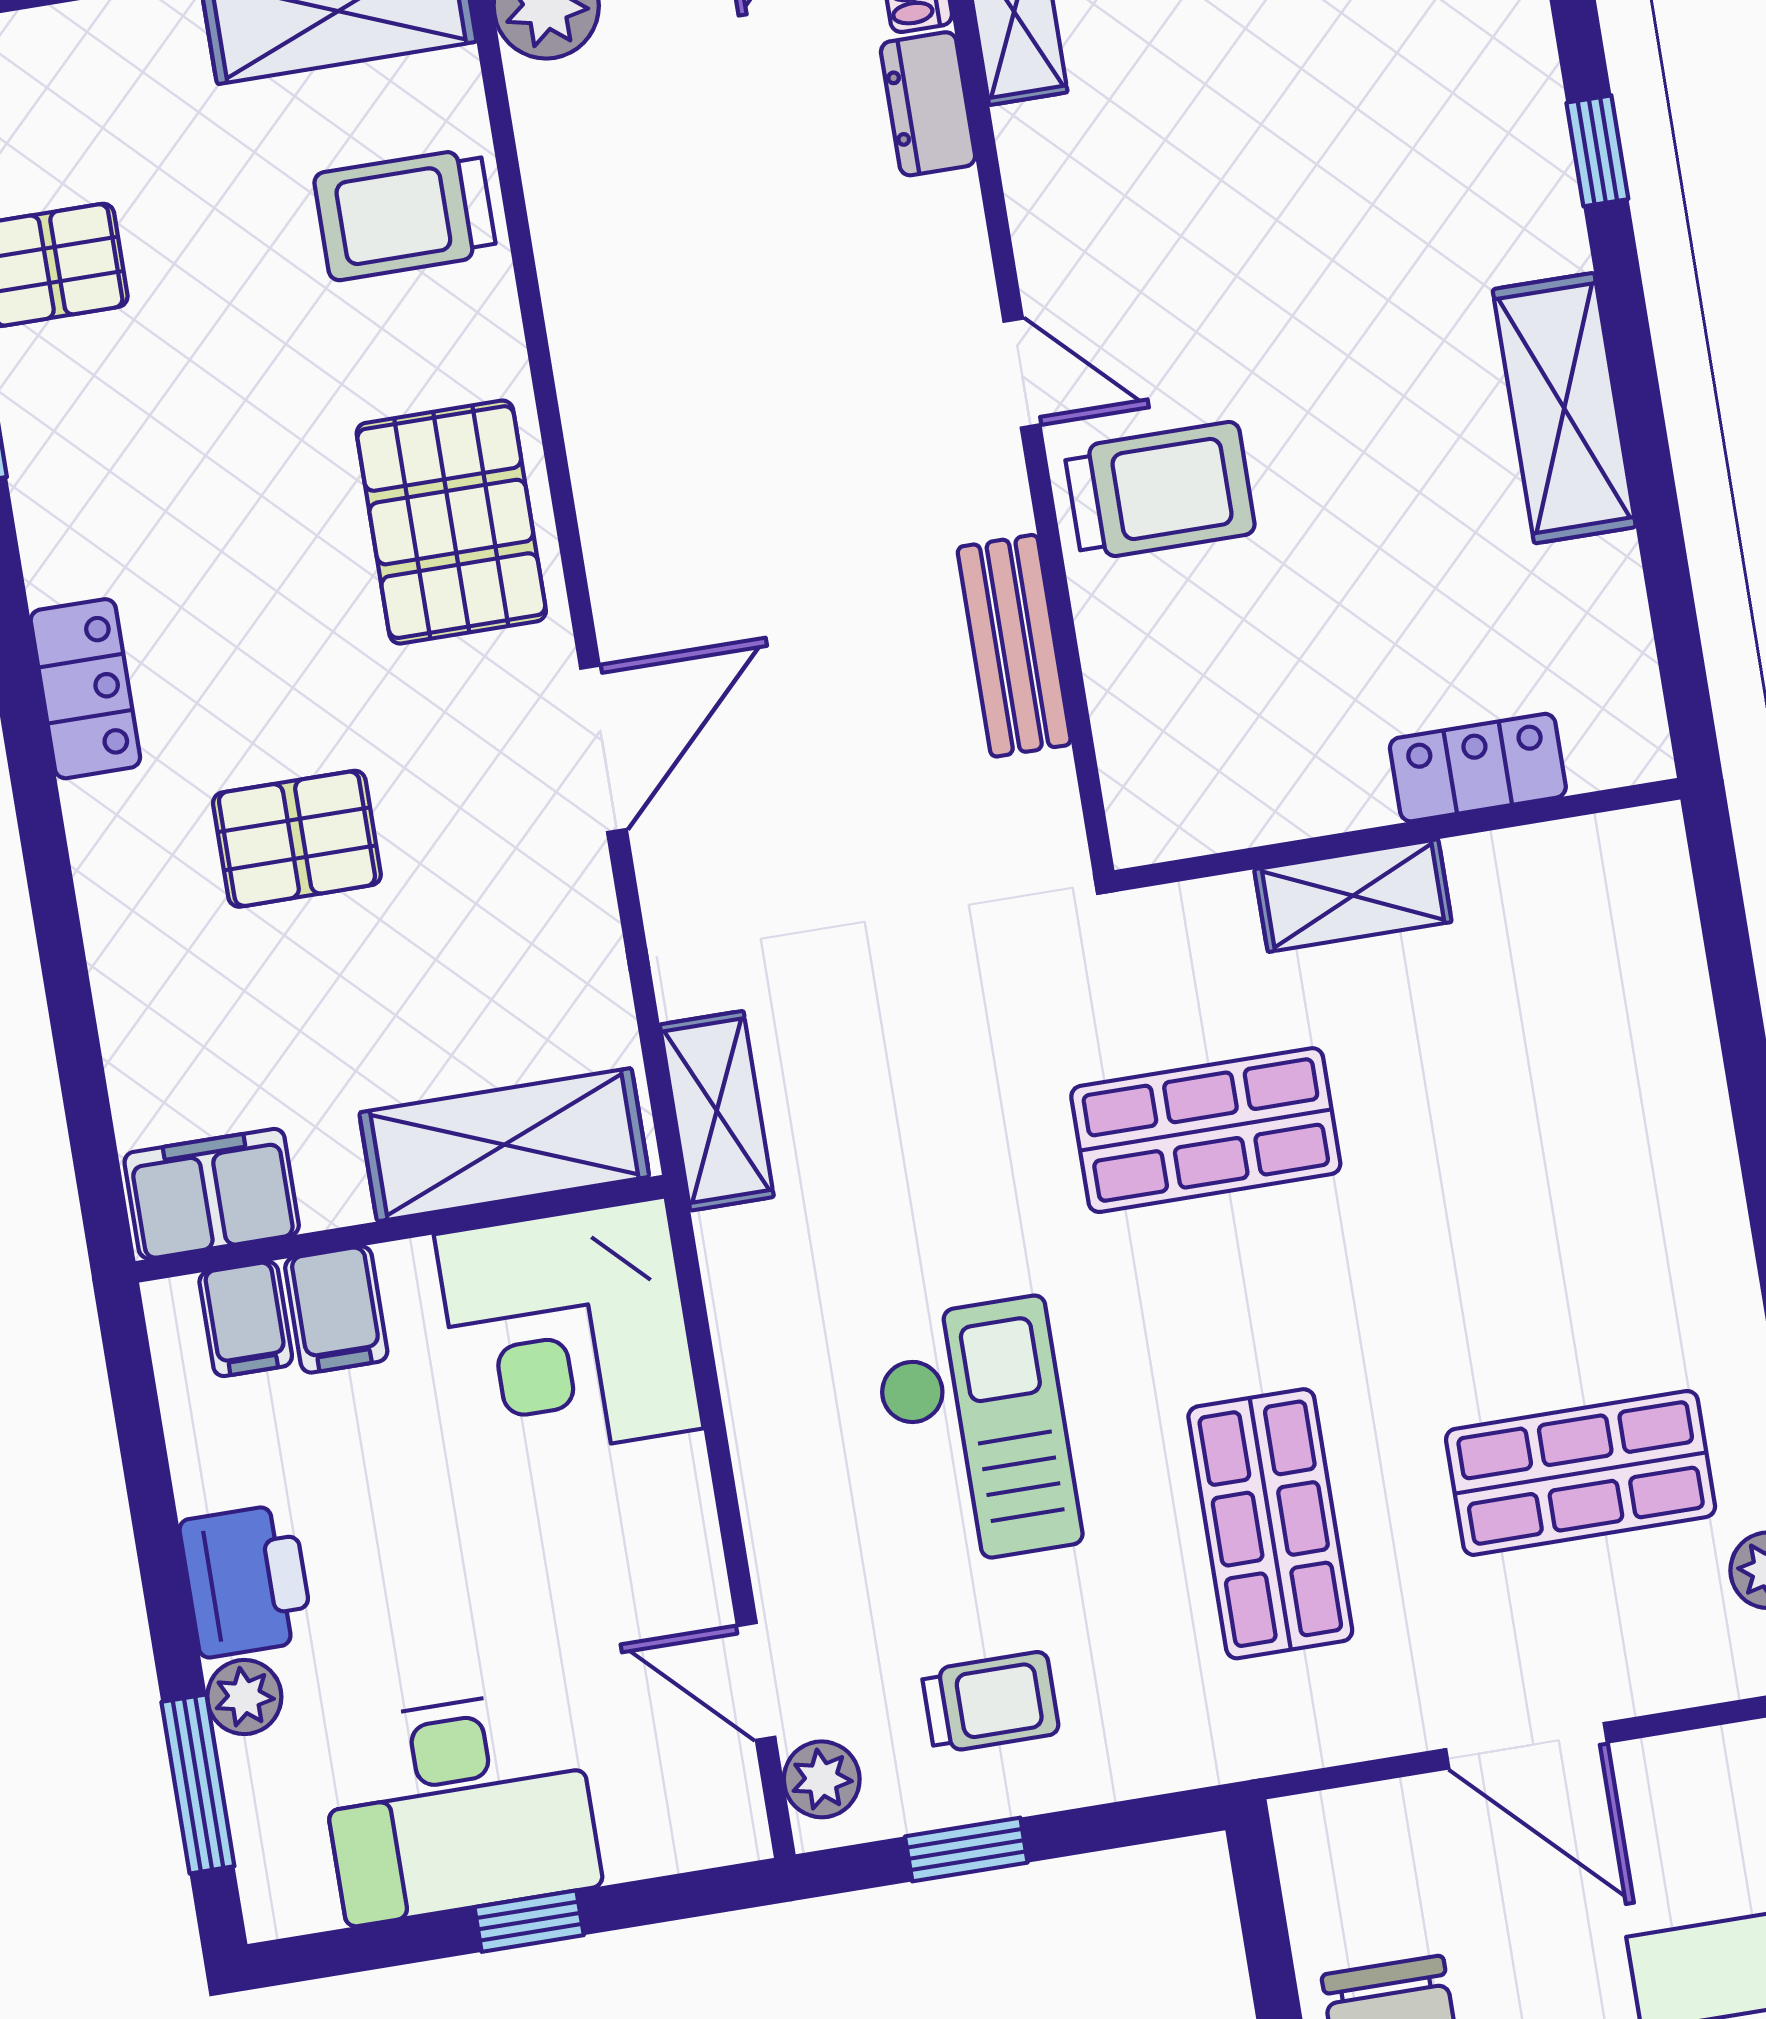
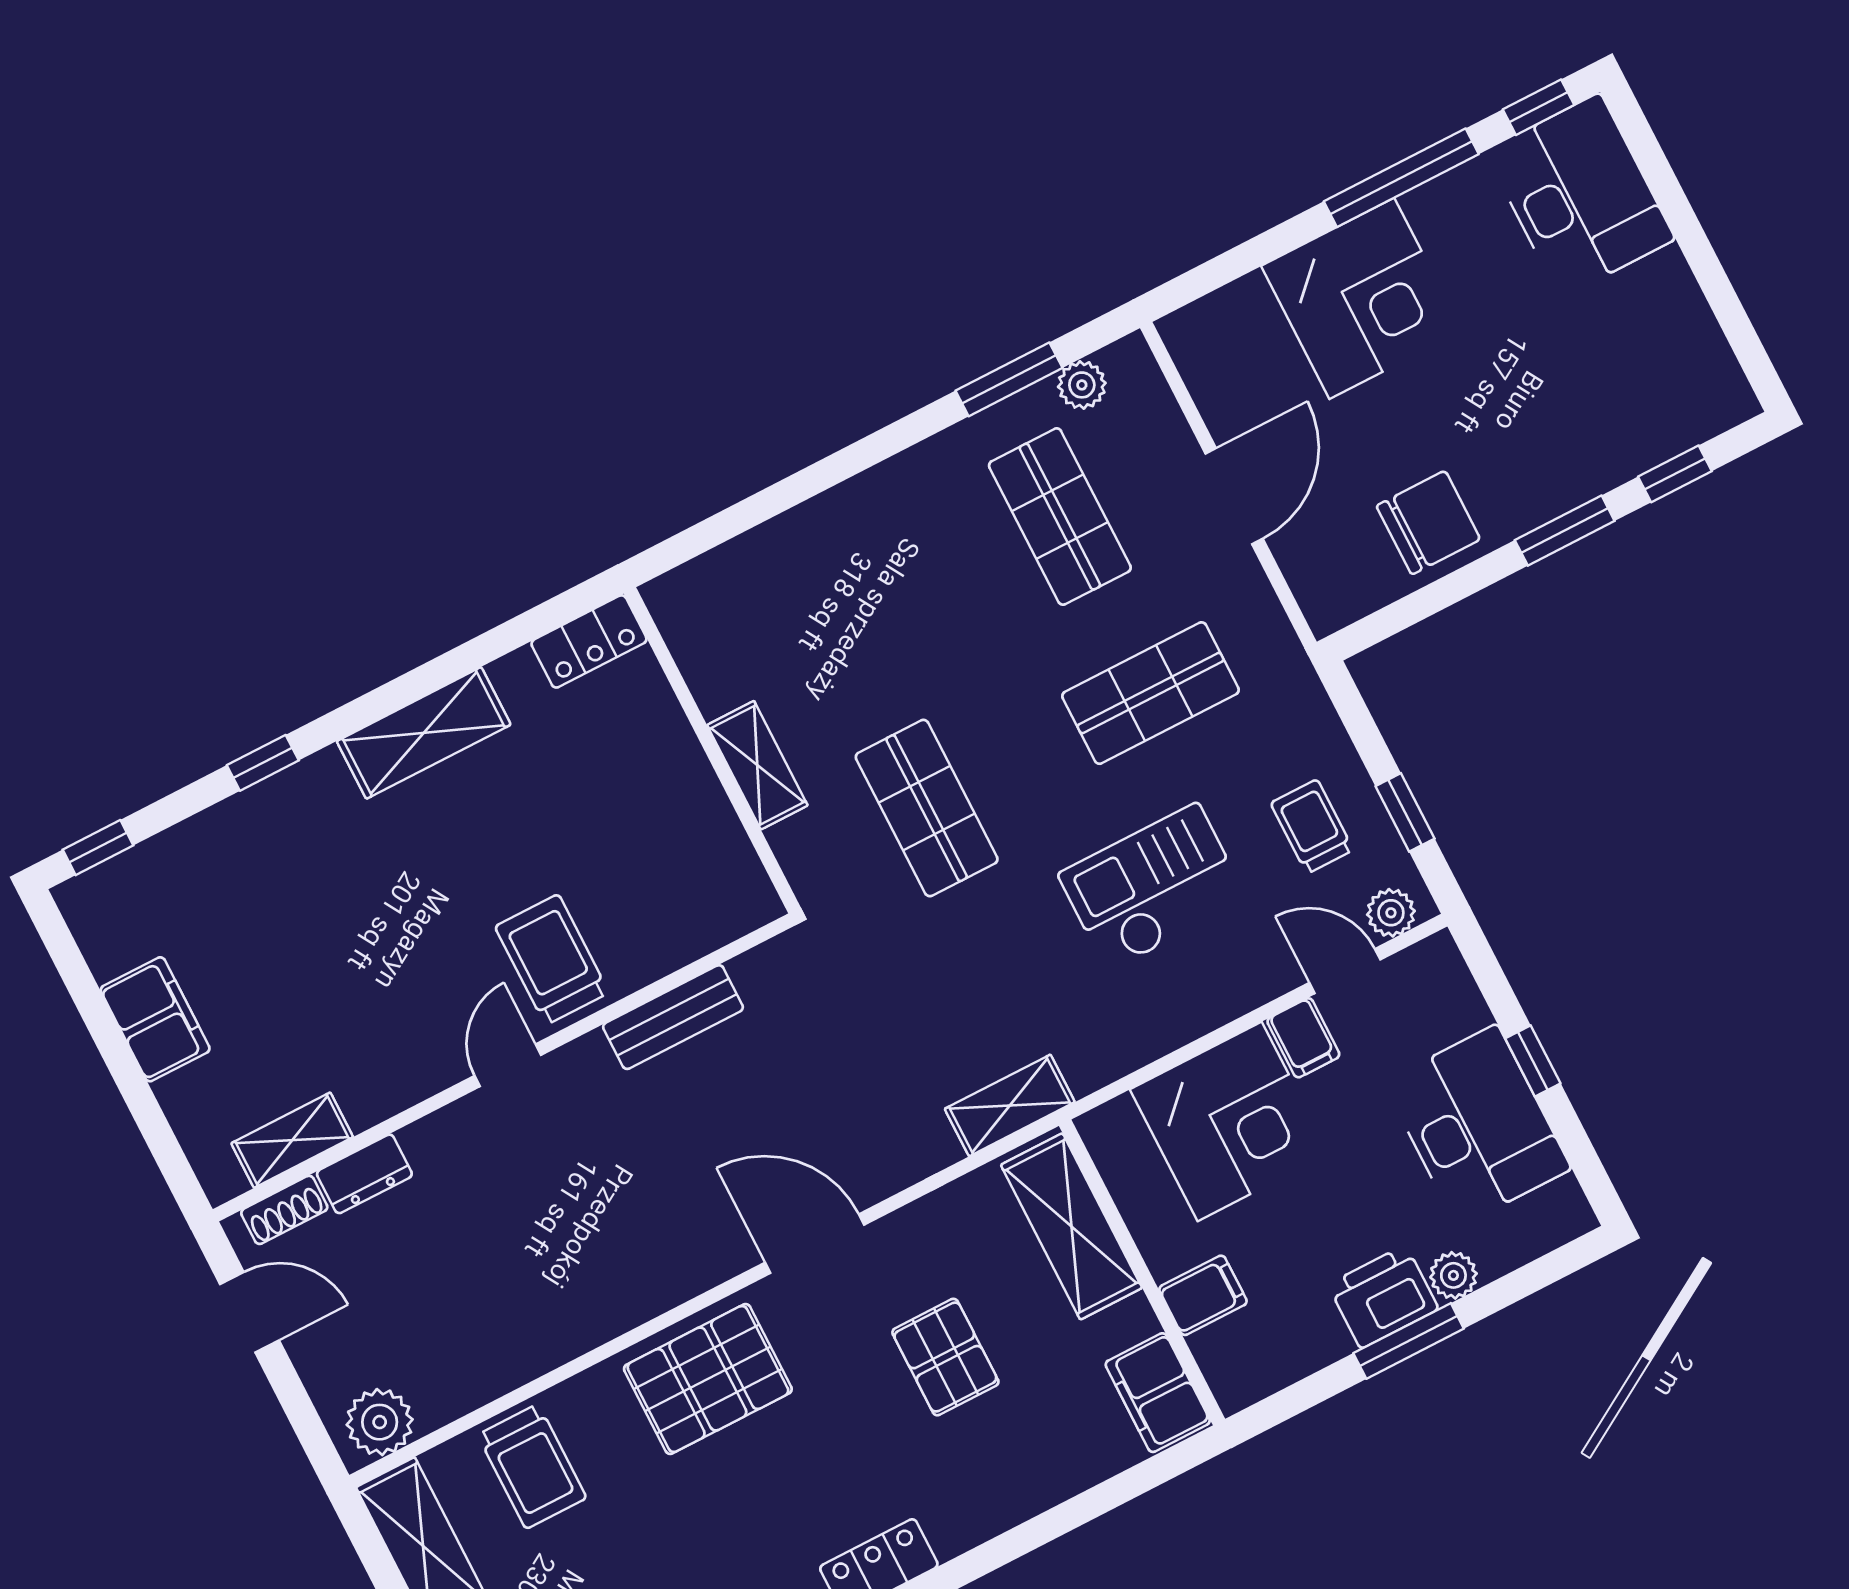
locker: (1478, 768) -> (589, 641), moved, turned -90
pallet: (297, 839) -> (945, 1357), moved
filing cabinet: (246, 1319) -> (1303, 1038), moved, turned 90
corner desk: (569, 1331) -> (1230, 1121), moved
door: (756, 1681) -> (1345, 971), swing flipped
window: (198, 1784) -> (1409, 1341), moved

